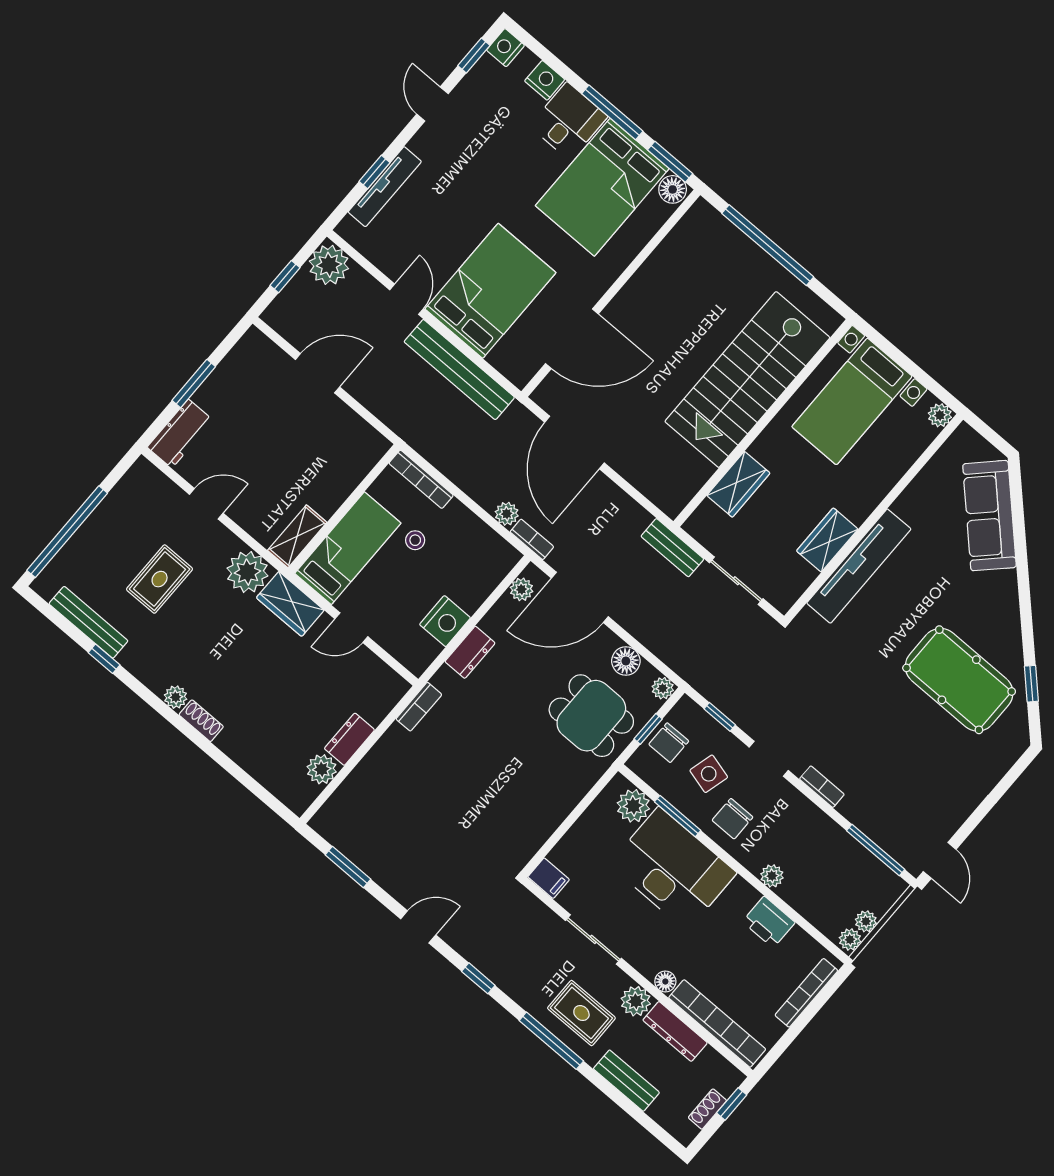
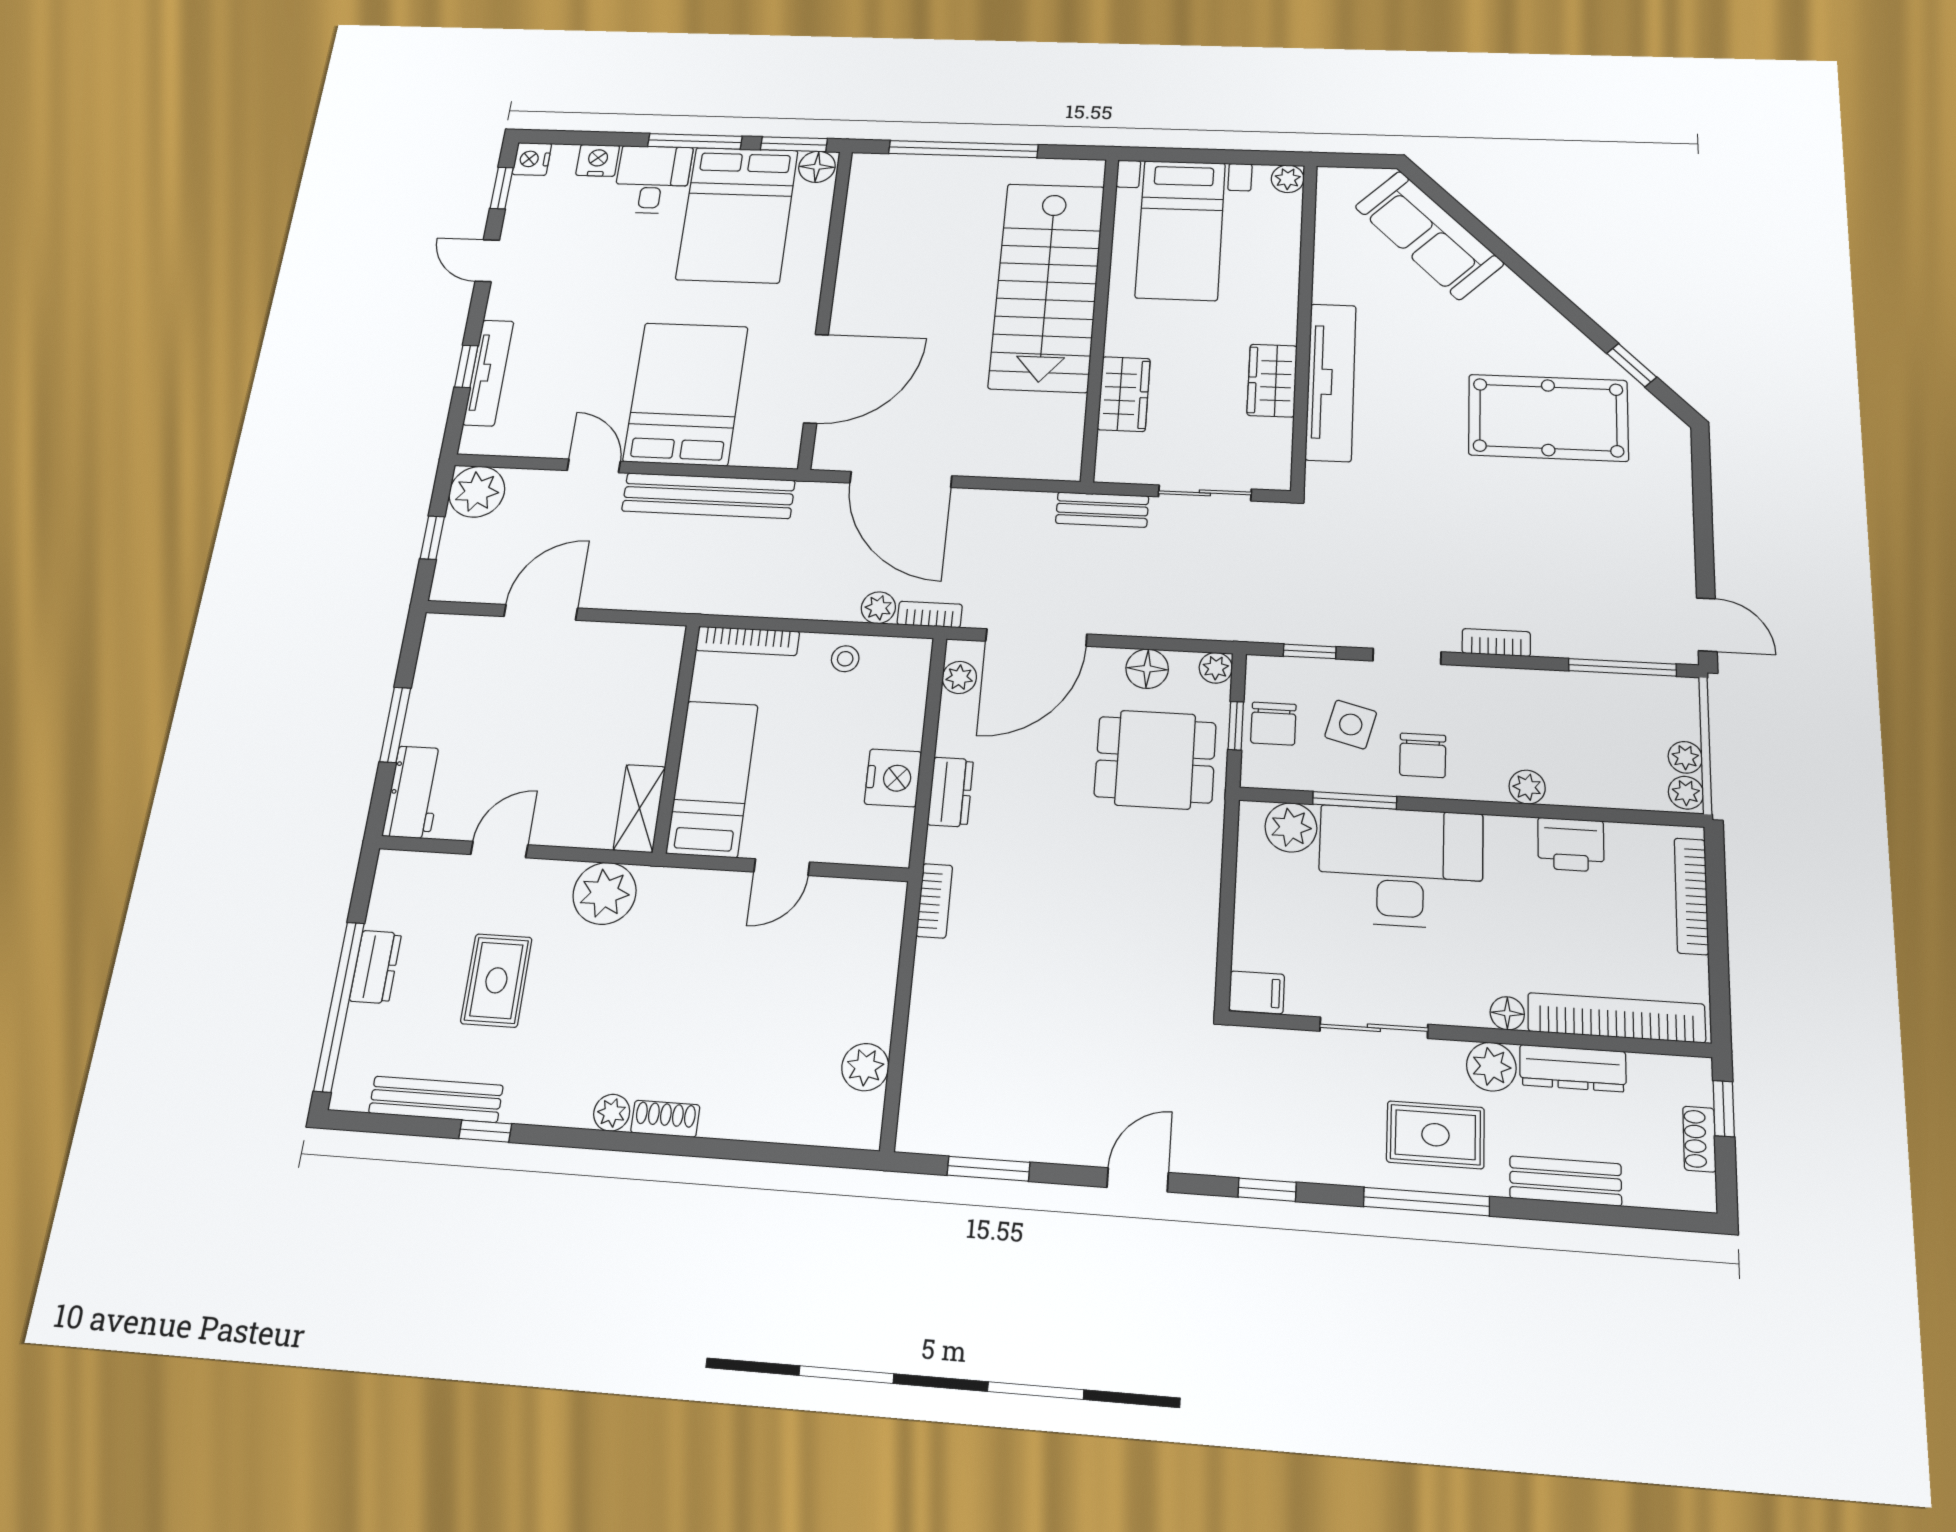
stool: (415, 540) -> (845, 659), moved
wardrobe: (290, 604) -> (685, 893), removed
dresser: (349, 739) -> (376, 967), moved, turned 180

